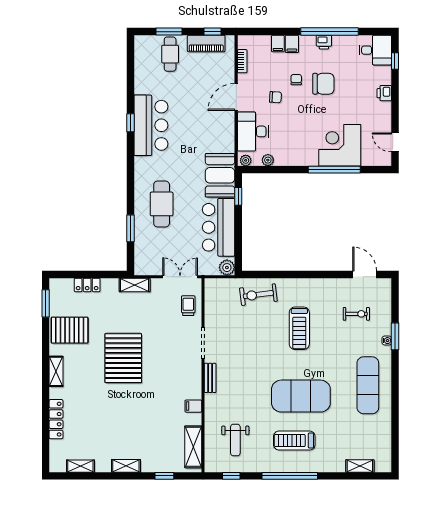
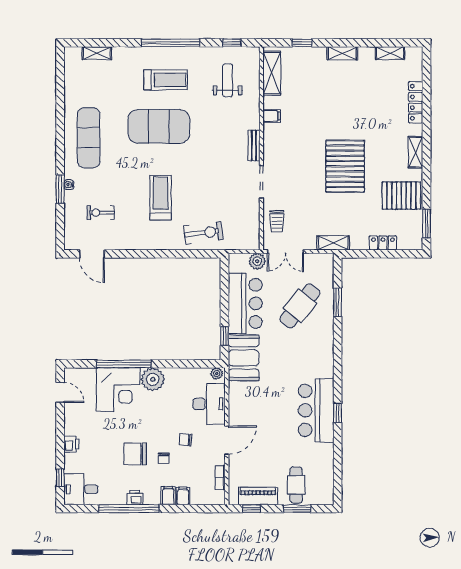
plant: (268, 160) -> (153, 379), moved, width x1.87, depth x1.87
cafe table: (162, 204) -> (300, 306), moved, turned 39
plant: (227, 268) -> (257, 261), moved

